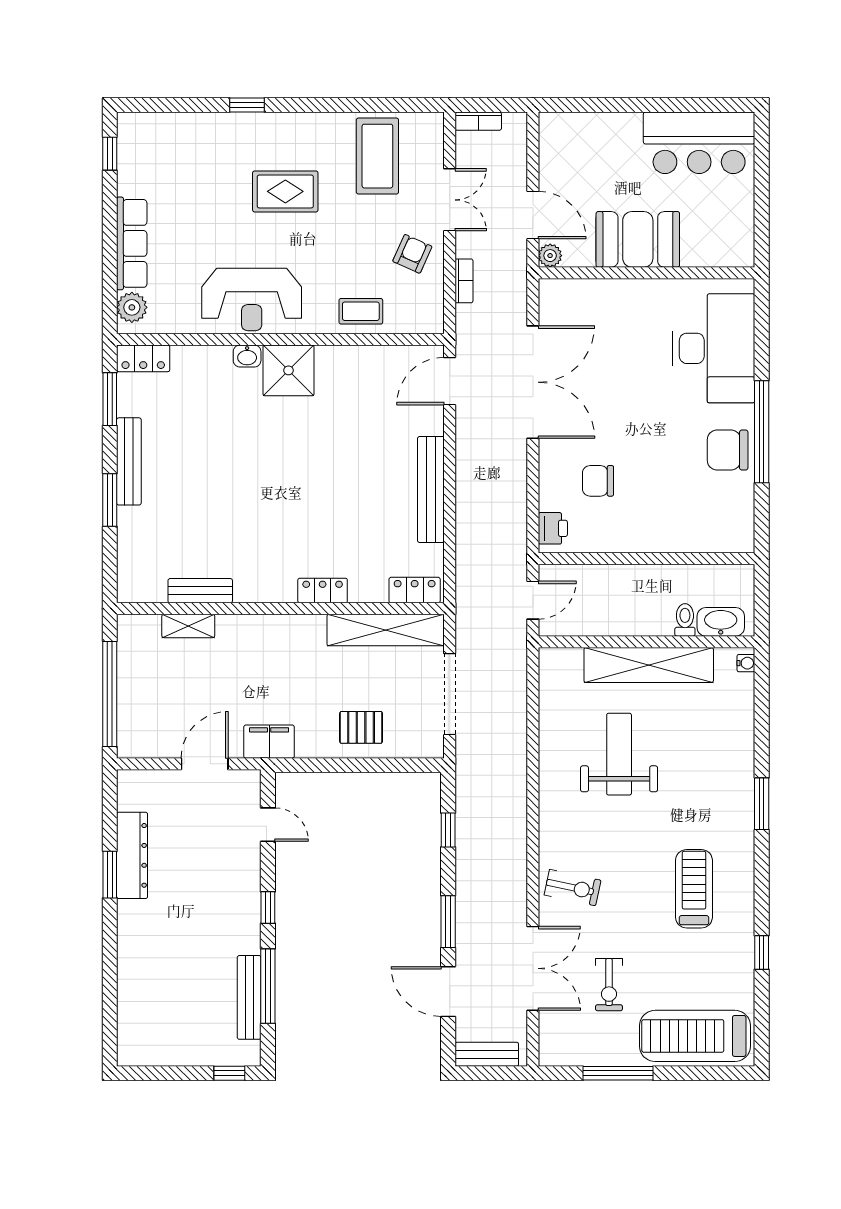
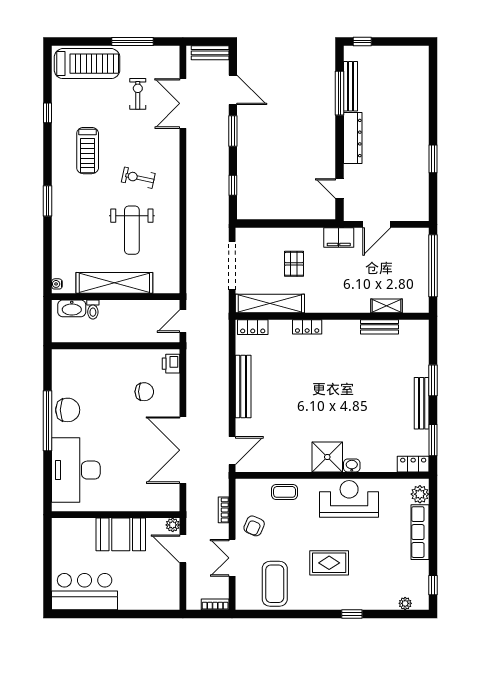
plant: (157, 123) -> (405, 603), added
pallet: (361, 727) -> (294, 264), moved, turned 90
dresser: (132, 855) -> (353, 138), moved, turned 180
exercise bike: (573, 888) -> (138, 178), moved
window: (268, 908) -> (339, 139), removed

